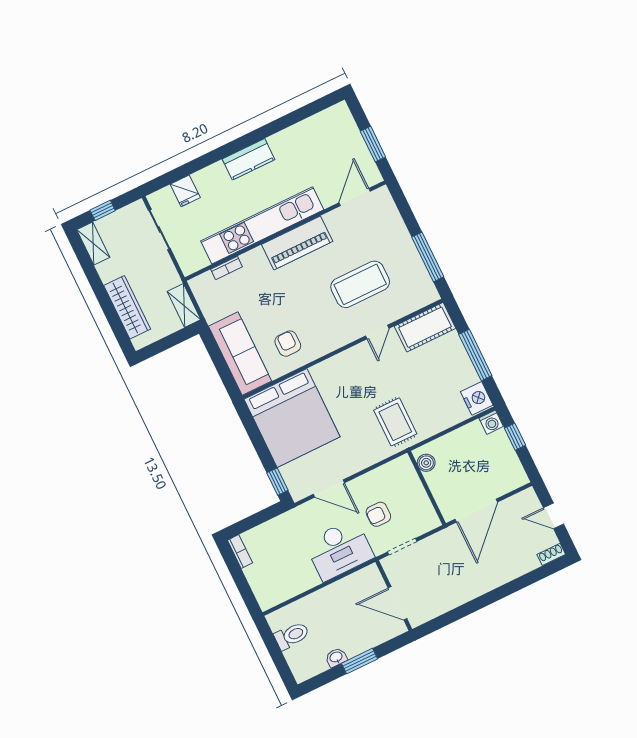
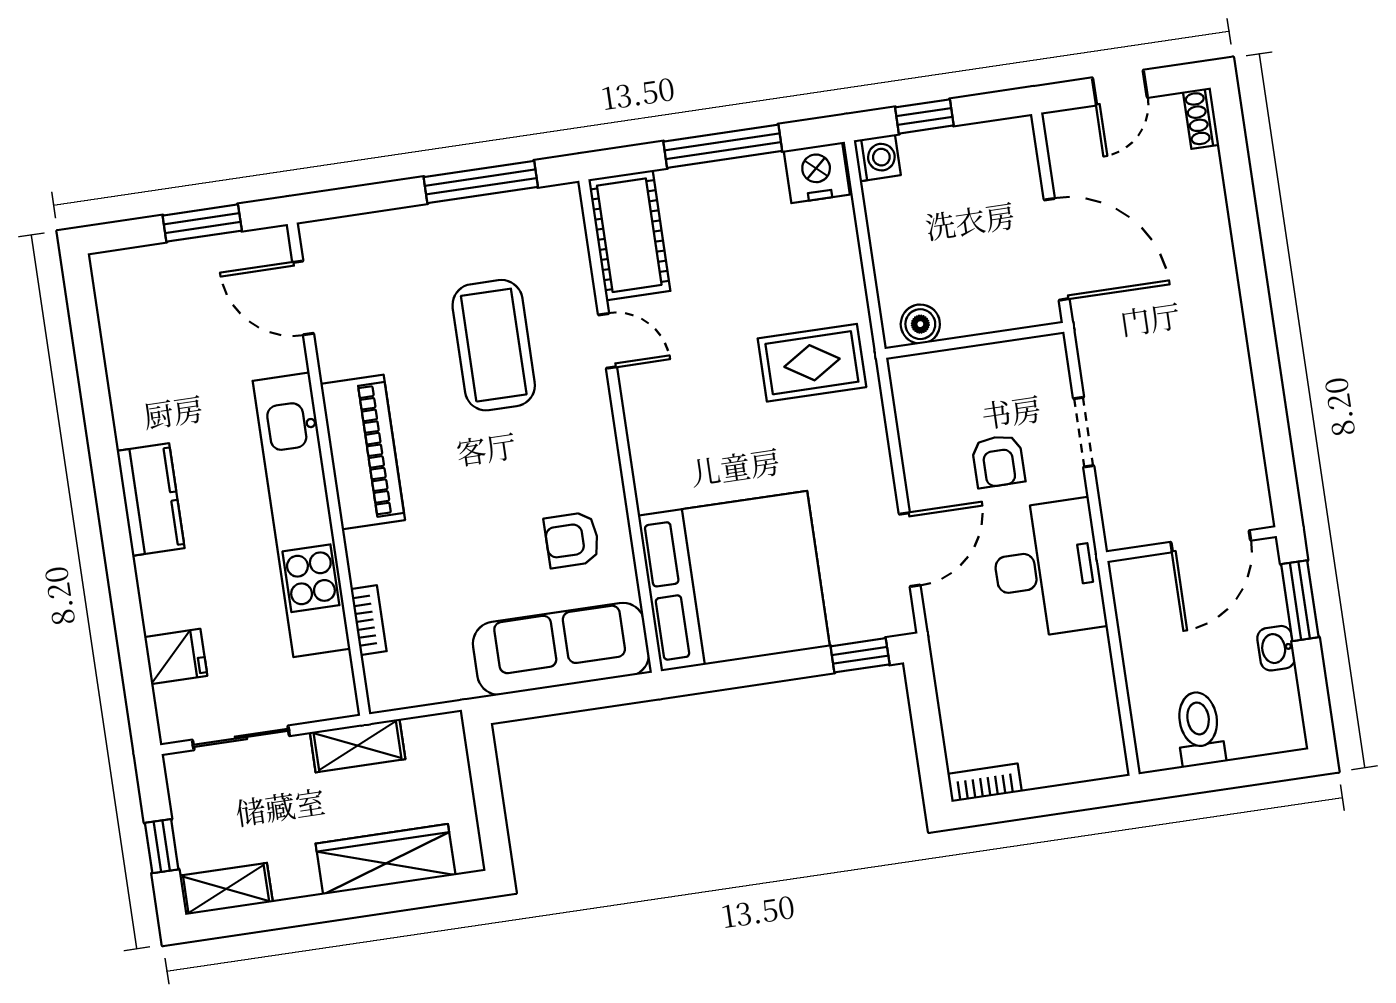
shelving: (184, 305) -> (358, 746), moved
wall: (394, 595) -> (1191, 544), moved
door: (398, 603) -> (1211, 541), moved

